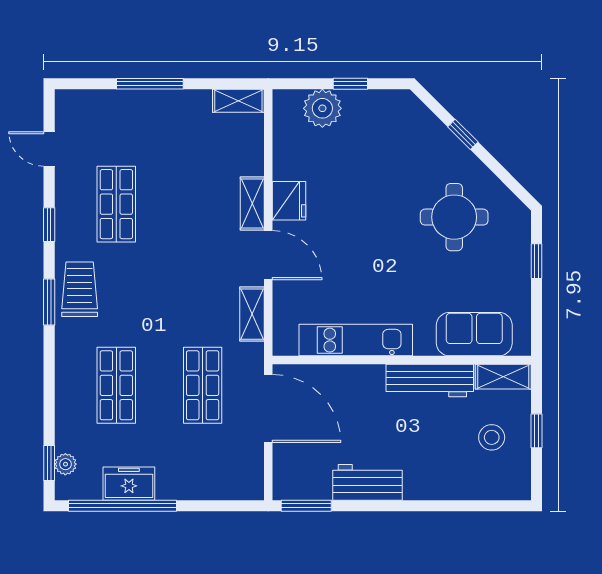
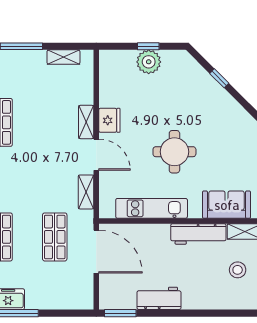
shelving: (238, 101) -> (63, 57), moved
plant: (322, 108) -> (149, 62), moved
round table: (454, 217) -> (174, 152), moved

